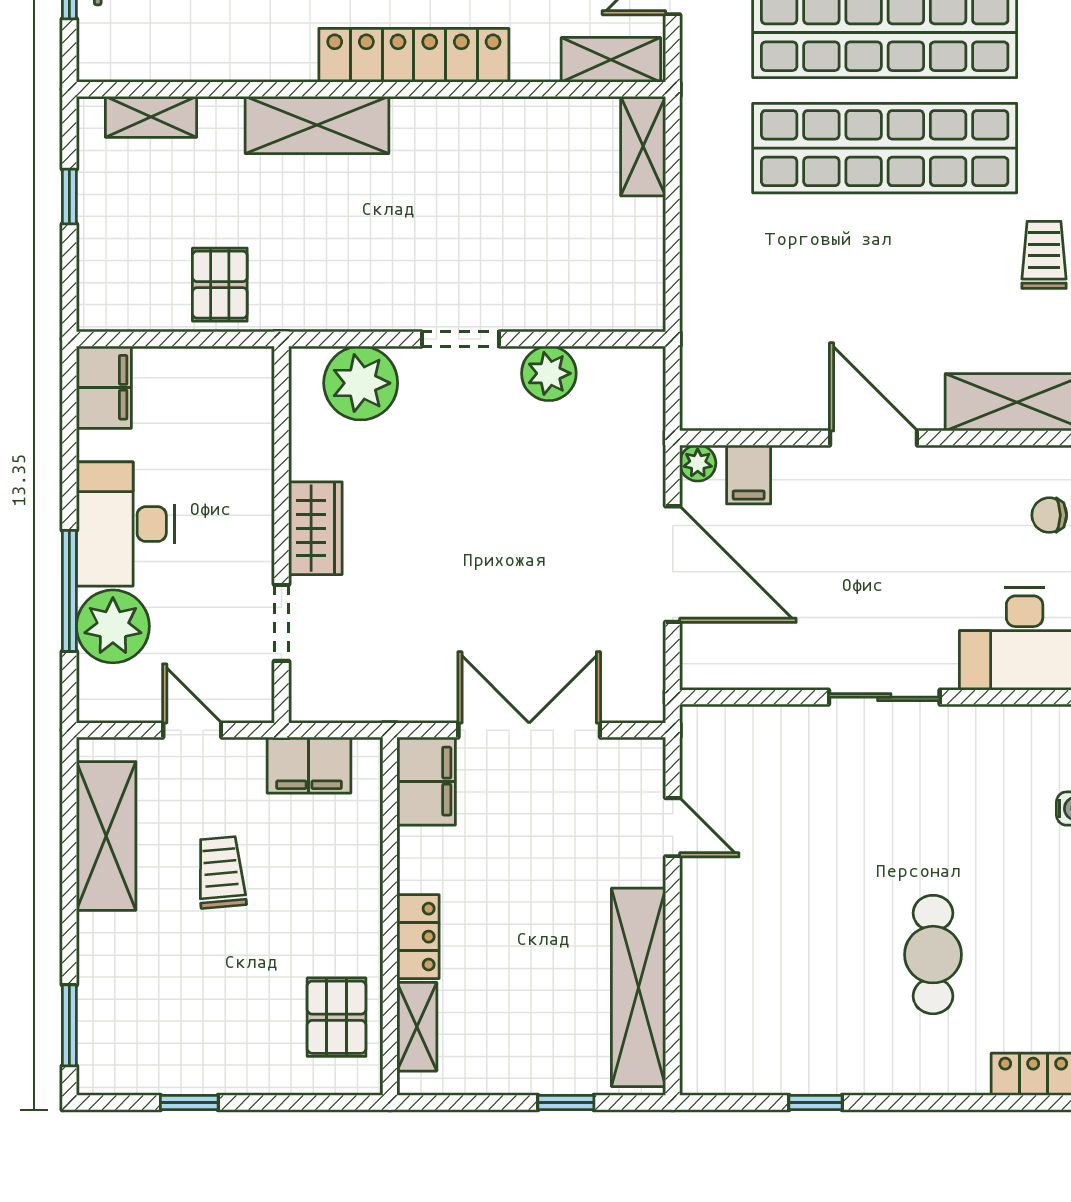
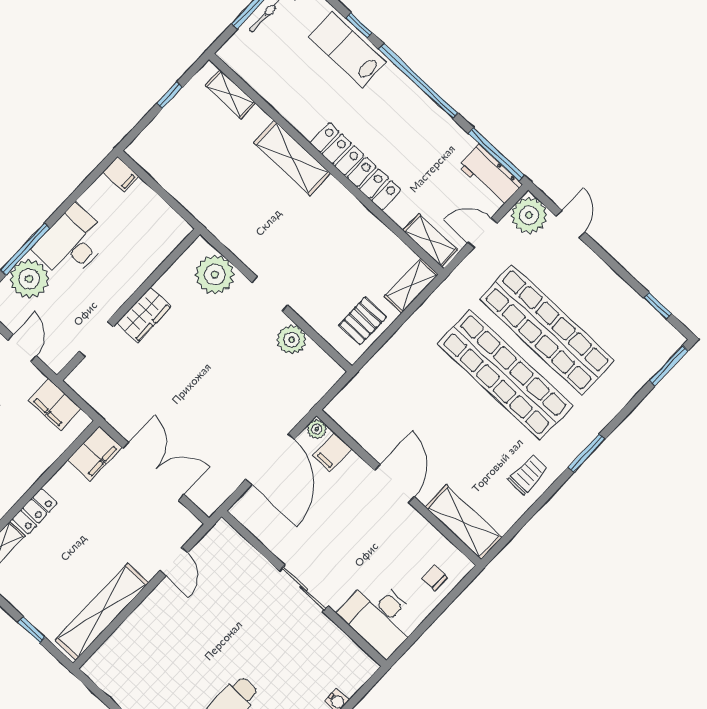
pallet: (220, 285) -> (363, 321), moved
filing cabinet: (104, 387) -> (121, 174), width x0.50

